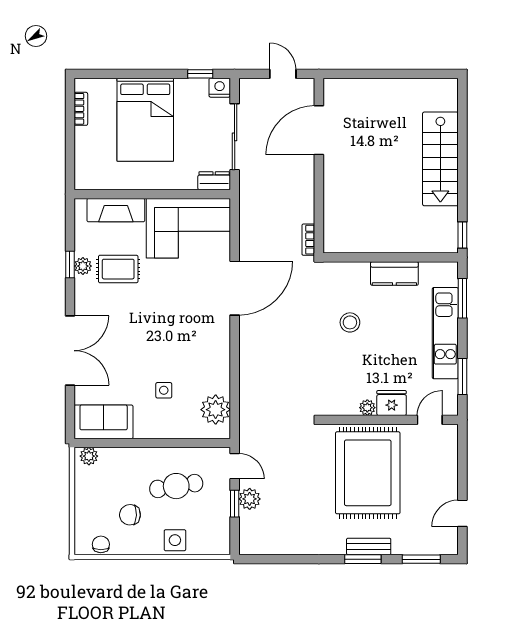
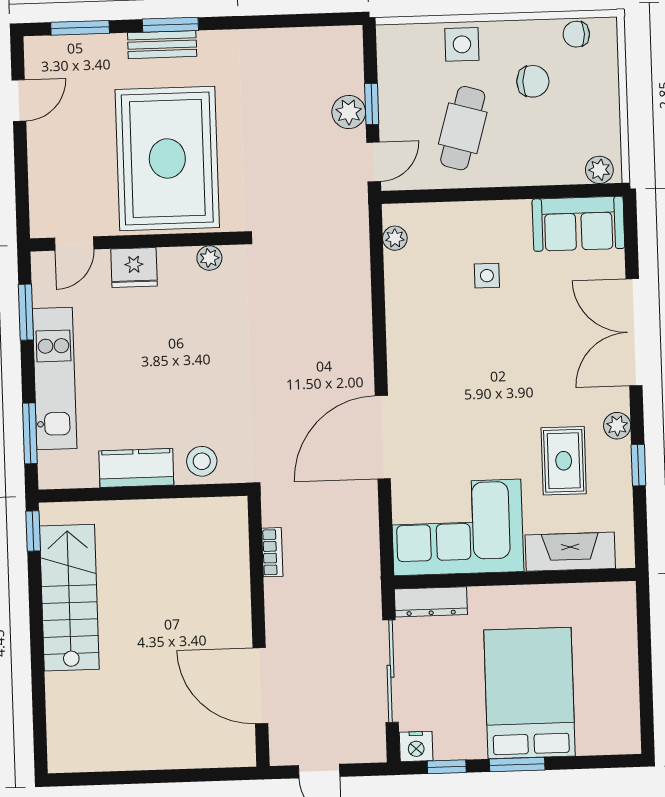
window: (155, 74) -> (517, 764), added
bookcase: (81, 109) -> (630, 707), removed
door: (319, 130) -> (260, 686), swing flipped
stairs: (440, 159) -> (69, 598), moved
dresser: (214, 181) -> (431, 602), width x1.44
bookcase: (308, 240) -> (272, 552), moved
plant: (83, 266) -> (617, 426), moved
rug: (118, 269) -> (564, 461), turned 90
stool: (350, 322) -> (202, 461), moved
plant: (367, 408) -> (209, 258), moved
plant: (216, 410) -> (395, 238), width x0.53, depth x0.53
door: (235, 466) -> (374, 162), swing flipped
cafe table: (176, 486) -> (463, 128), turned -65
chair: (101, 544) -> (576, 34), turned 90

